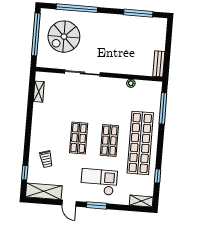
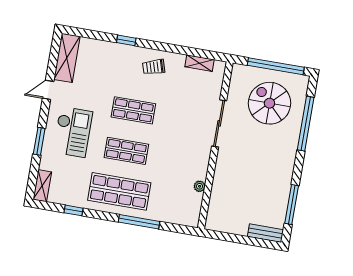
bench: (159, 64) -> (265, 233), moved
window: (163, 108) -> (139, 222), moved
shop shelf: (140, 143) -> (119, 191), width x0.71
trolley: (46, 159) -> (154, 67), moved
window: (25, 173) -> (126, 40), moved
window: (97, 205) -> (39, 141), moved

